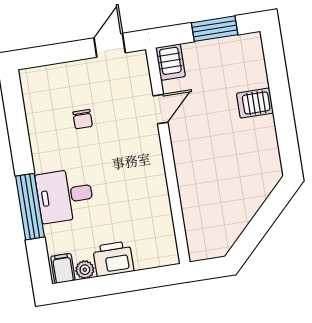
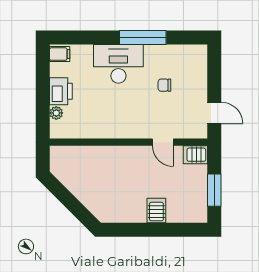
desk: (65, 196) -> (118, 64), width x1.37
window: (30, 207) -> (143, 37), moved
plant: (85, 270) -> (56, 113), moved

